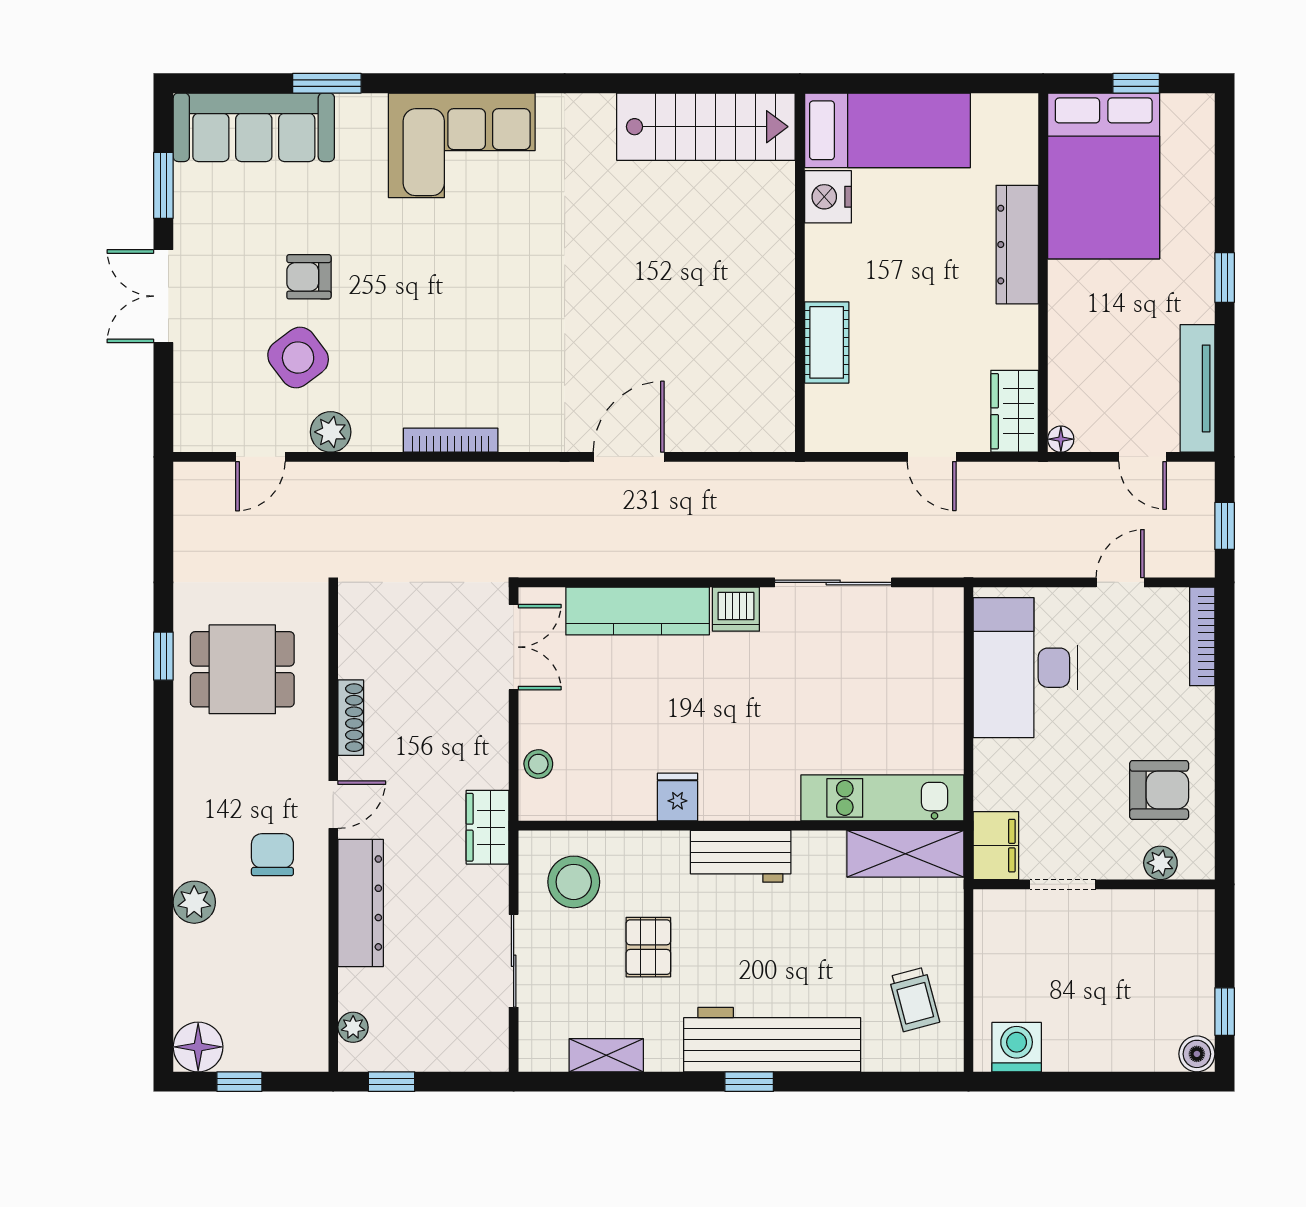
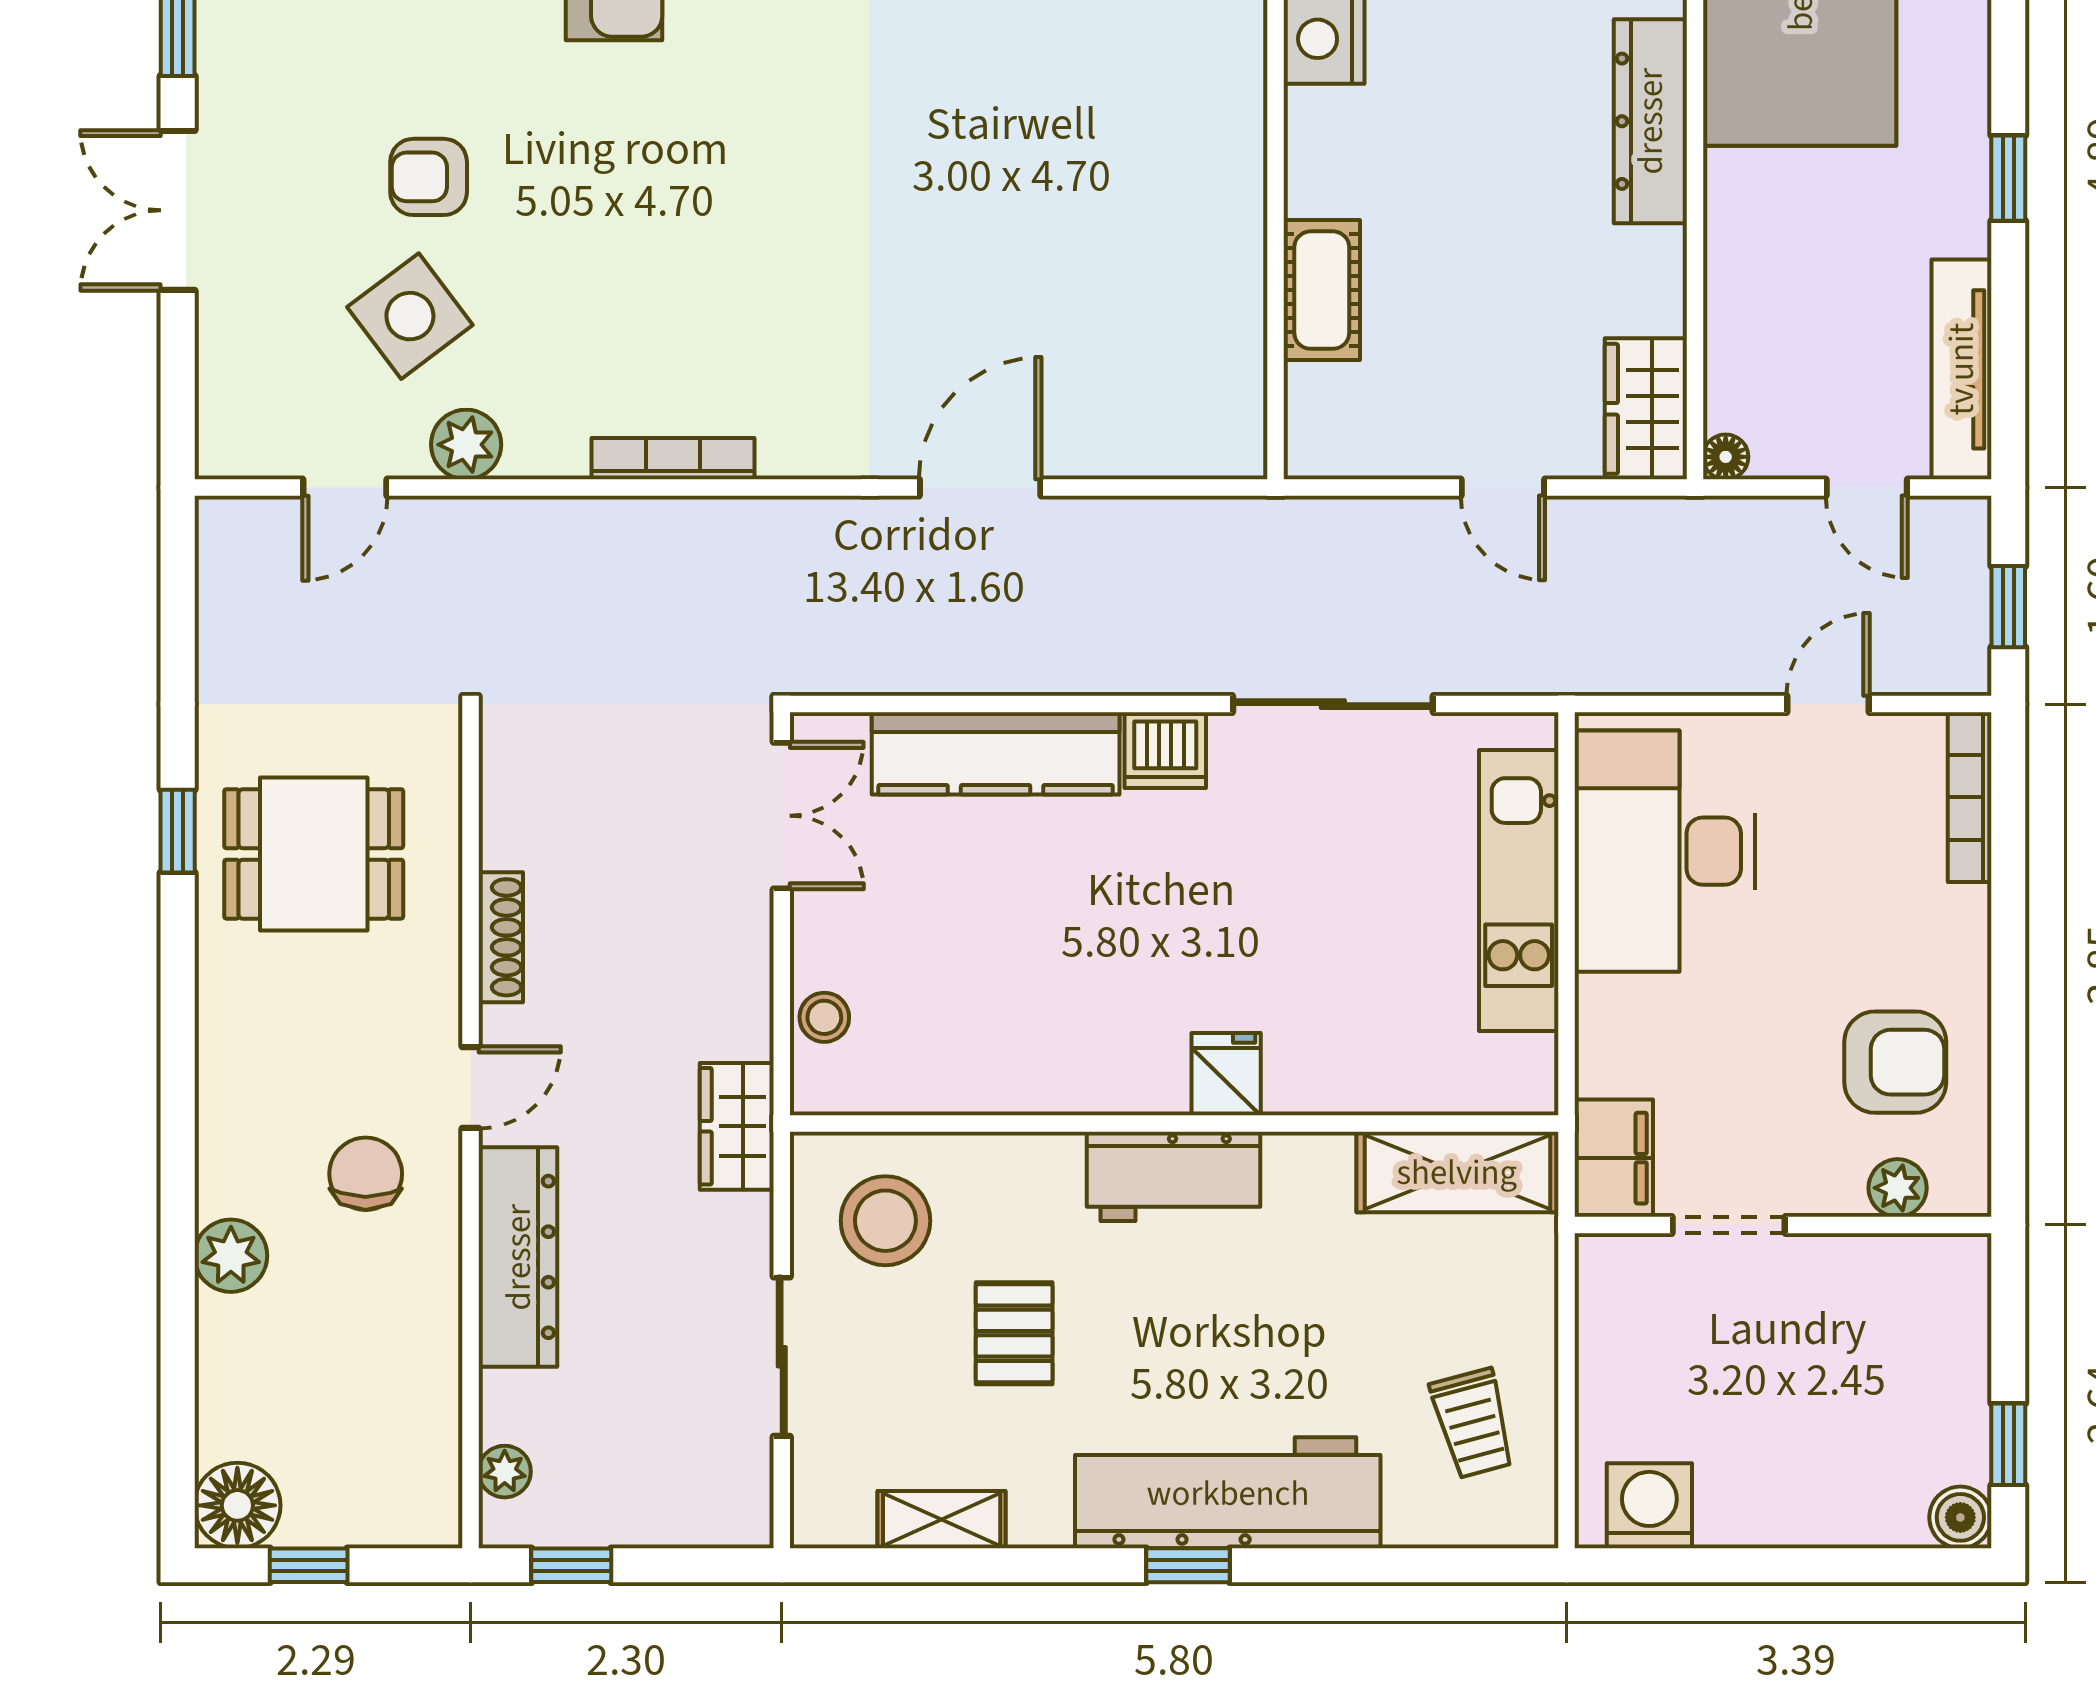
fridge: (677, 797) -> (1226, 1074), moved
kitchen unit: (882, 798) -> (1519, 891), moved, turned -90

